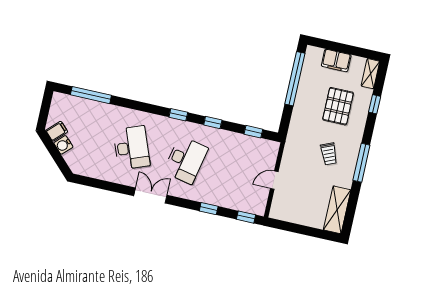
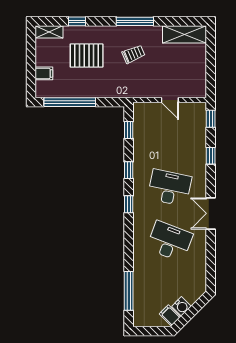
filing cabinet: (336, 60) -> (44, 73), width x0.50
desk: (132, 148) -> (170, 241), turned 42

